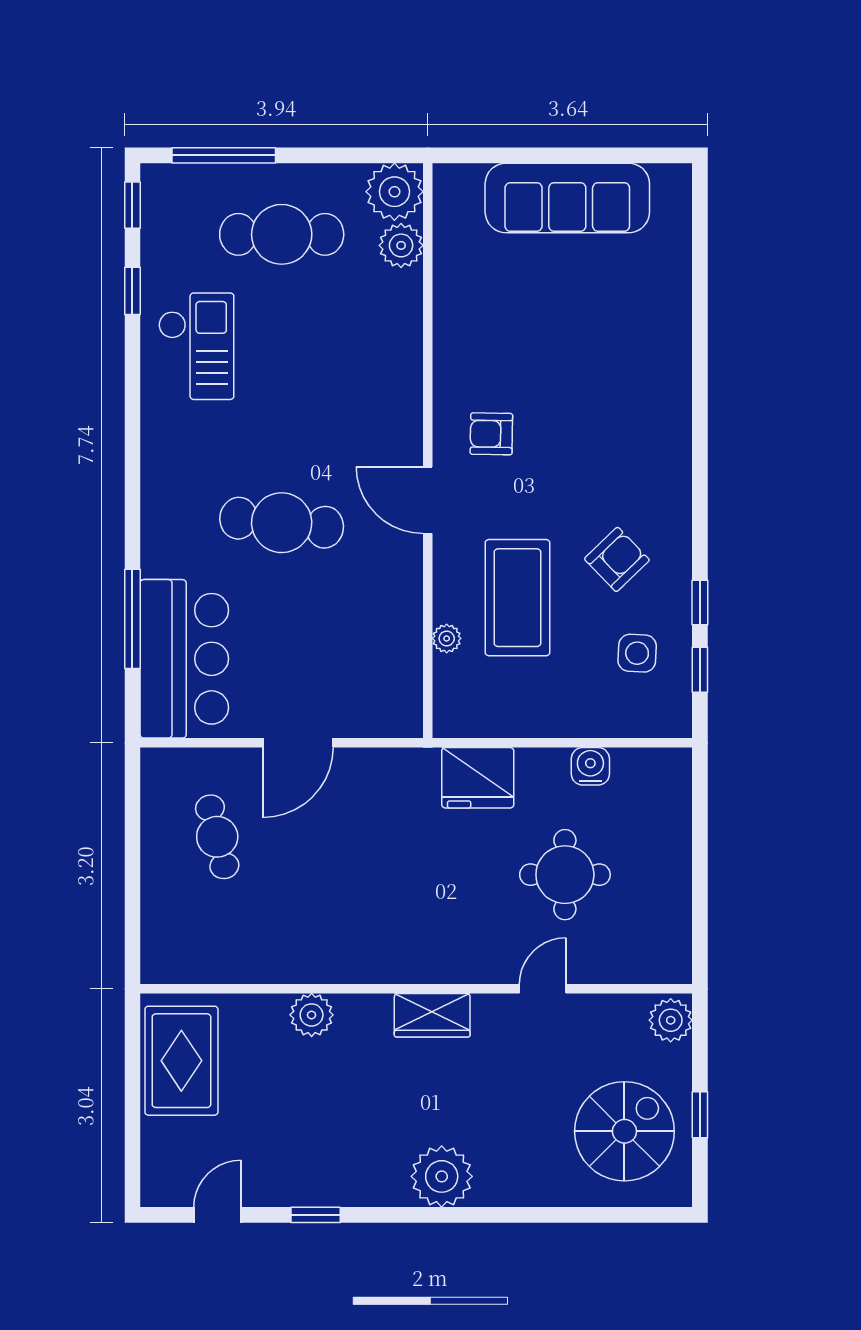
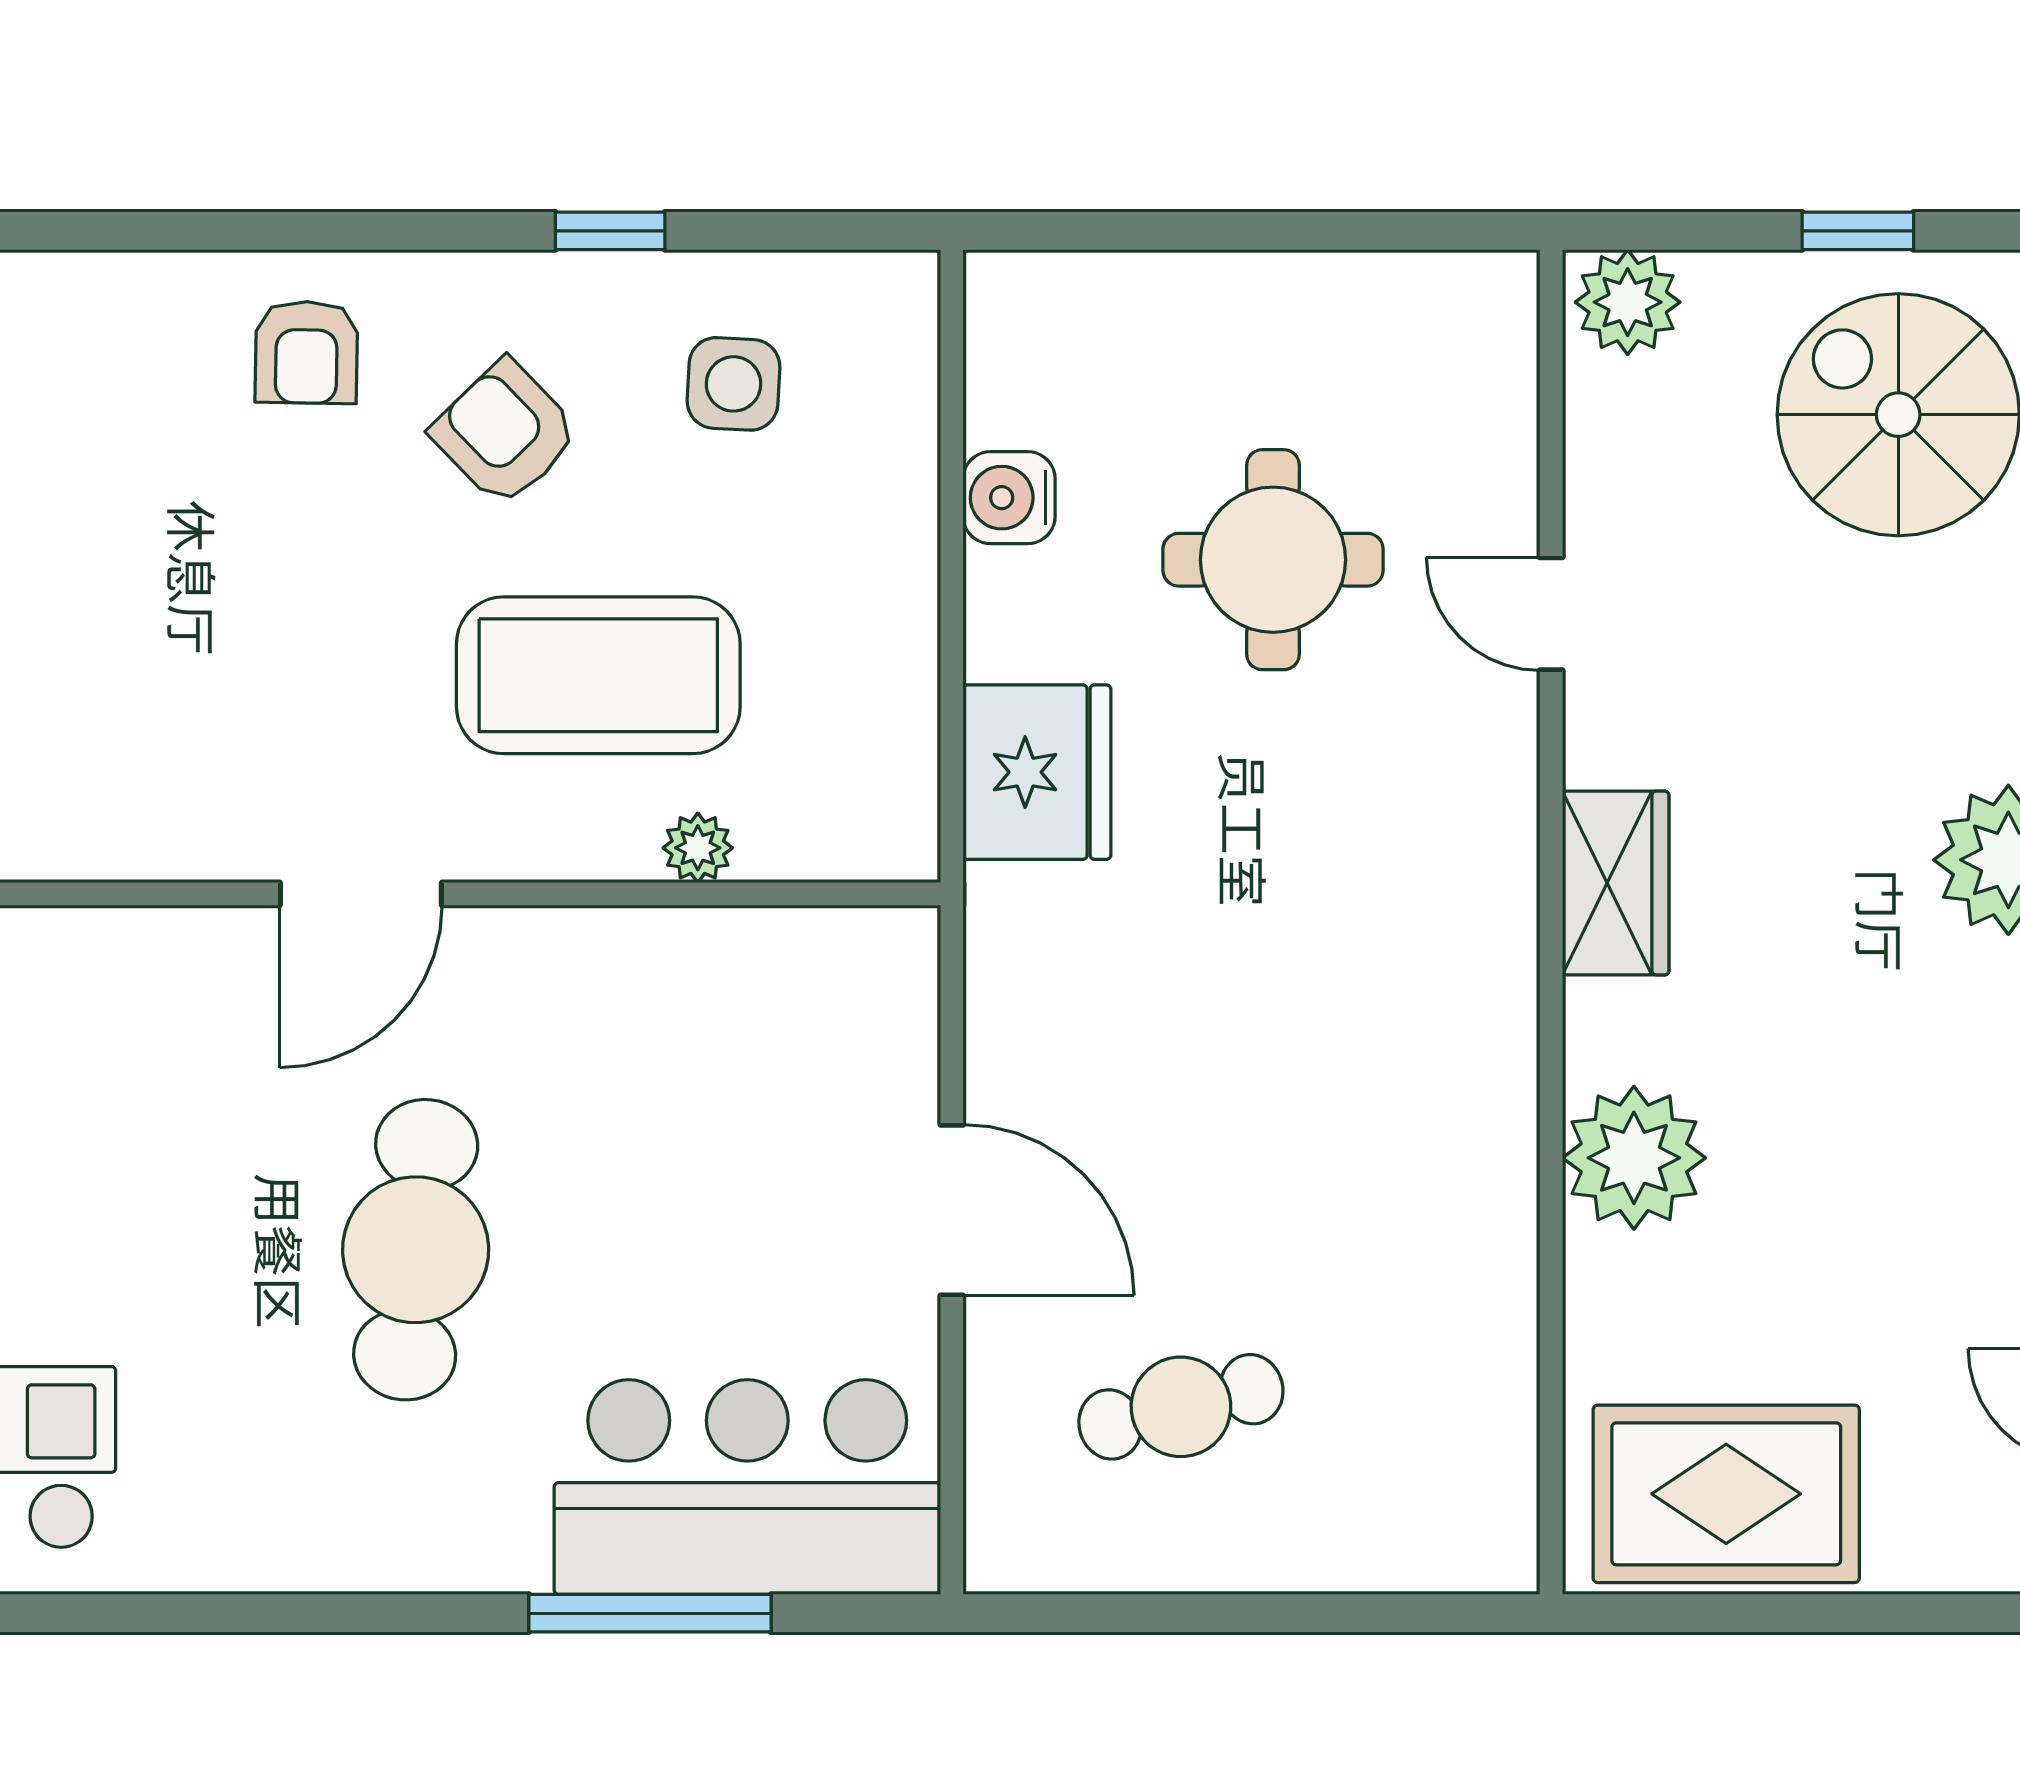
armchair: (491, 434) -> (306, 352), moved
window: (700, 670) -> (774, 231), removed
plant: (312, 1015) -> (1634, 1158), width x1.36, depth x1.36

